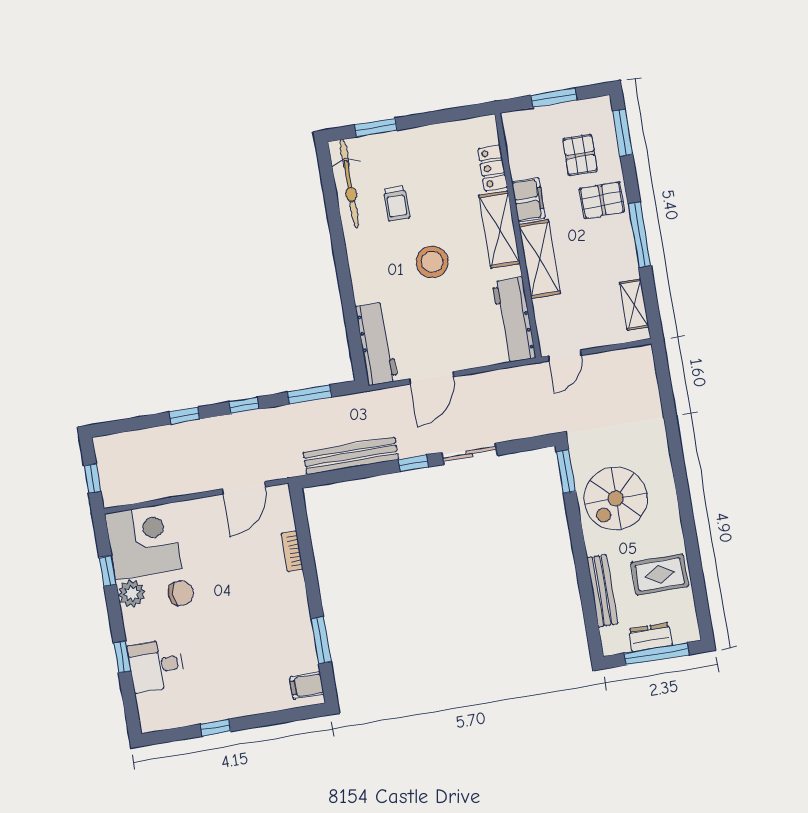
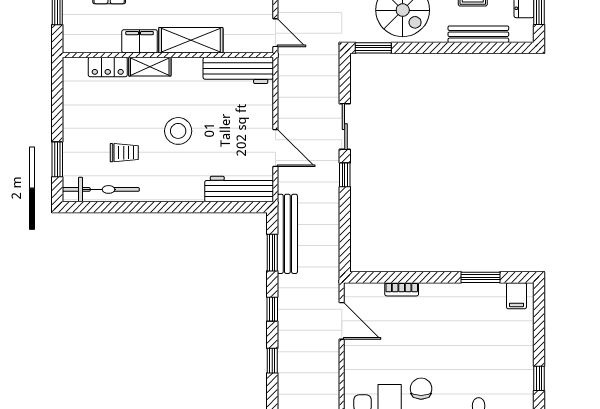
shelving: (499, 229) -> (150, 67), width x0.67, depth x0.75
bench: (351, 456) -> (287, 234), moved

